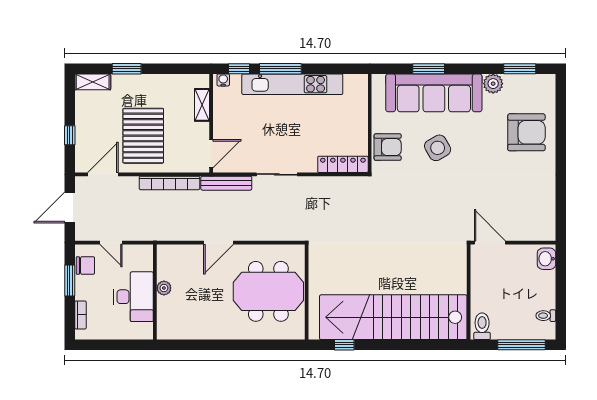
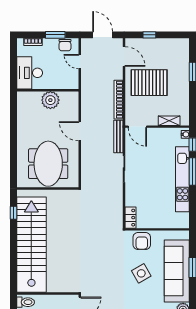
shelving: (93, 82) -> (184, 50), removed
locker: (343, 164) -> (131, 218), width x0.66
door: (111, 243) -> (80, 62), hinge flipped
plant: (164, 288) -> (50, 100), width x1.88, depth x1.88
desk: (134, 297) -> (30, 73), moved, turned 90

